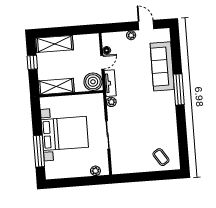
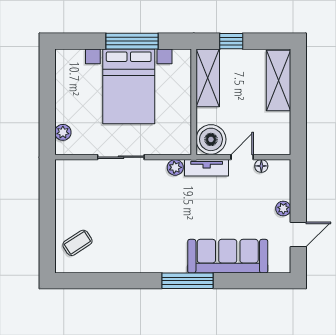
window: (32, 62) -> (231, 41), moved
door: (102, 62) -> (242, 157), swing flipped
window: (39, 151) -> (132, 41), moved

